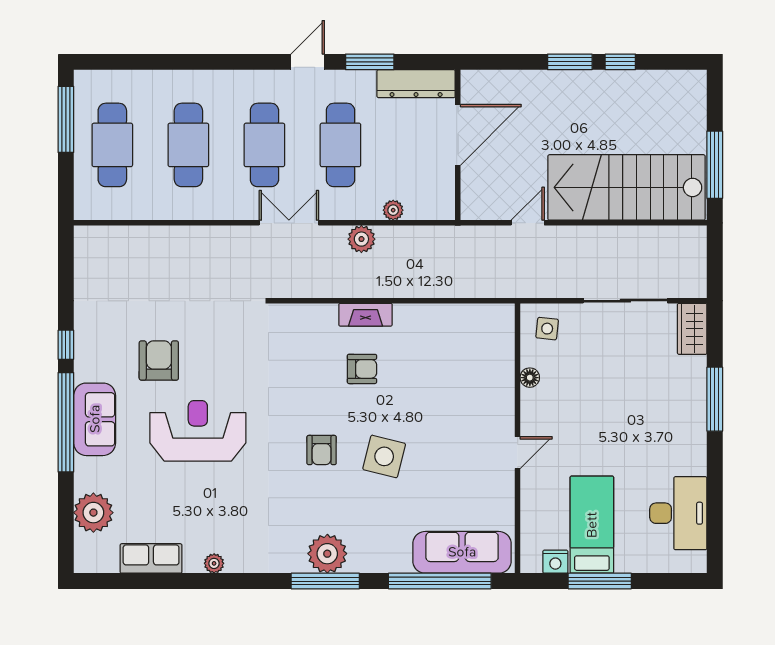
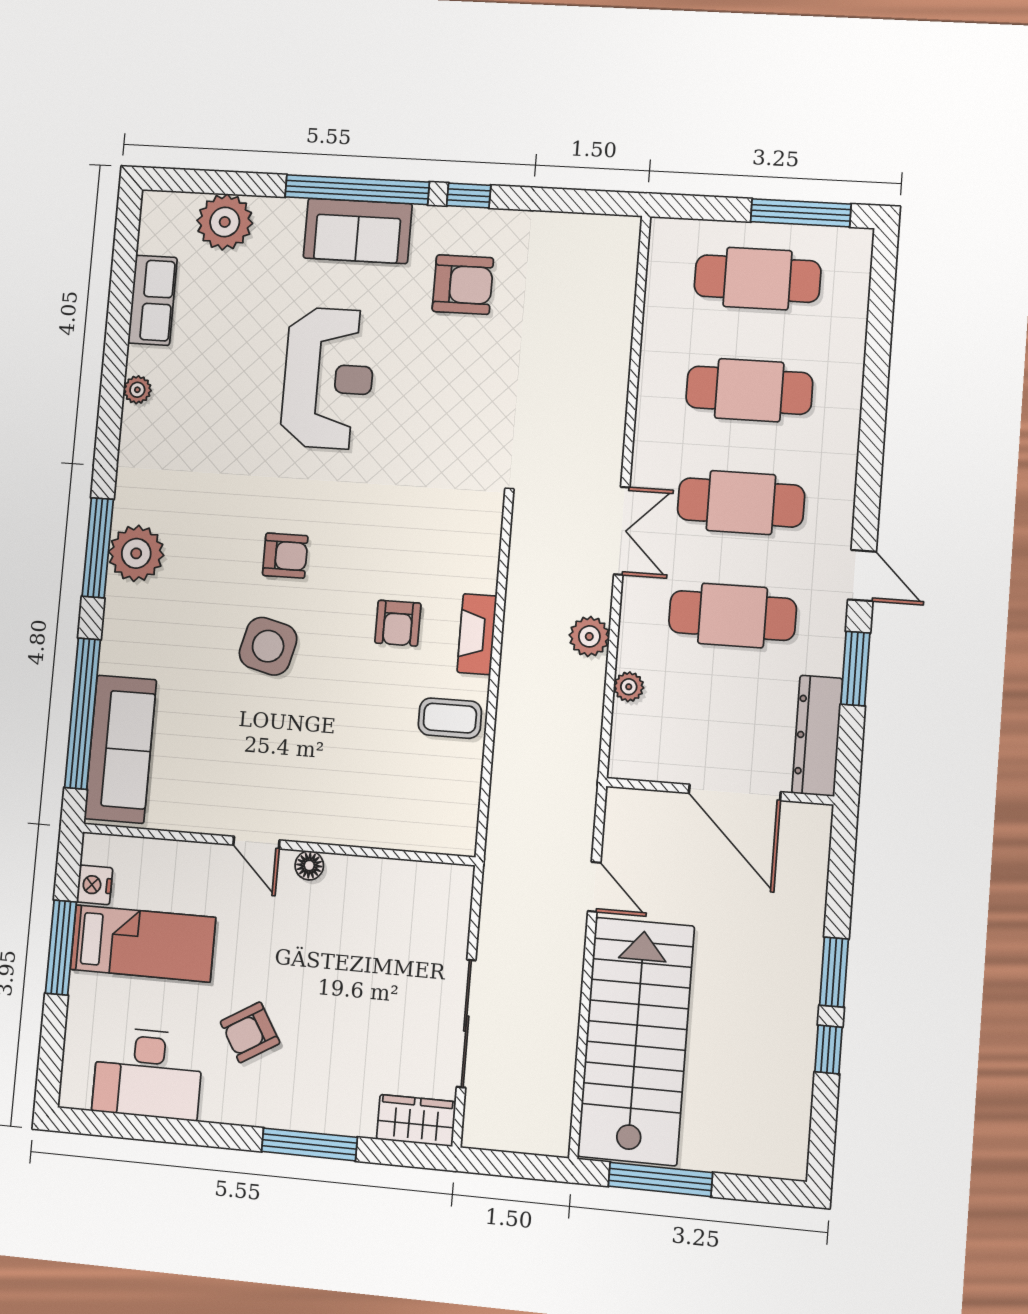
coffee table: (423, 328) -> (450, 718), added
side table: (547, 329) -> (434, 902), removed
armchair: (159, 360) -> (463, 285), moved
floor lamp: (530, 378) -> (309, 865), moved
armchair: (645, 446) -> (250, 1032), added
armchair: (322, 450) -> (285, 556), turned 180

